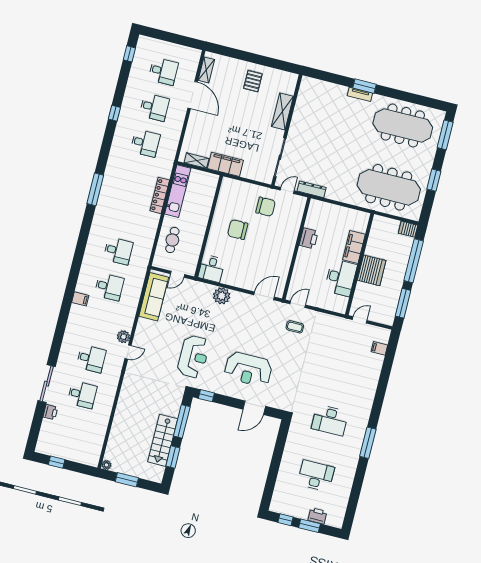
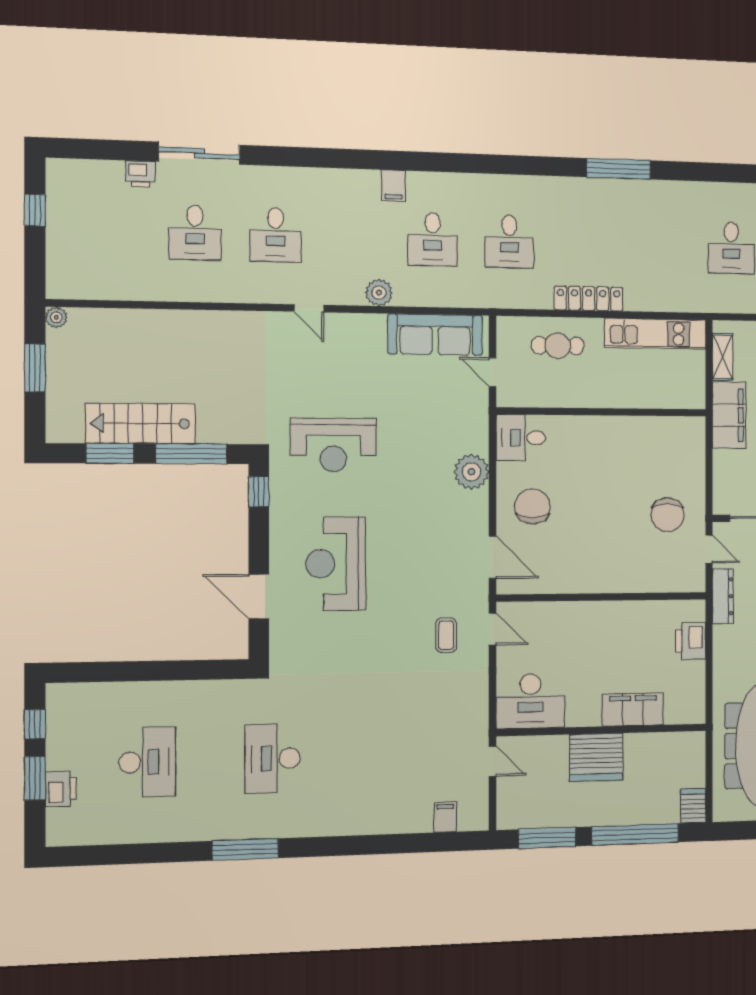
locker: (160, 195) -> (589, 299), moved
chair: (238, 230) -> (532, 506), moved
printer: (309, 238) -> (691, 641), moved, turned 90
desk: (341, 278) -> (530, 701), moved
plant: (123, 337) -> (379, 293), moved

